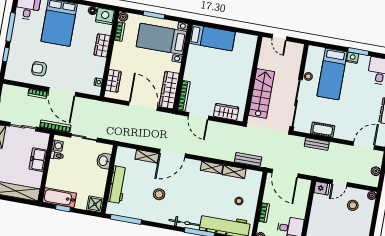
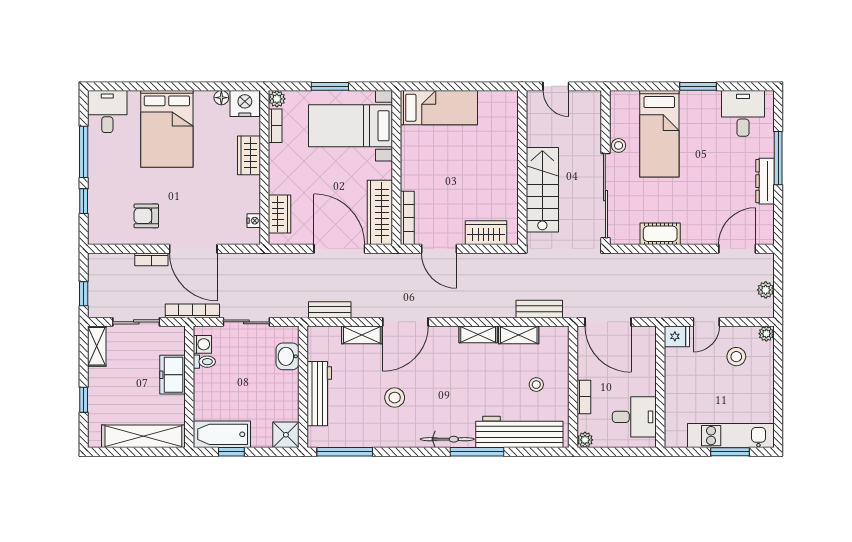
nightstand: (353, 58) -> (690, 99), removed
bench: (317, 144) -> (330, 310), moved

